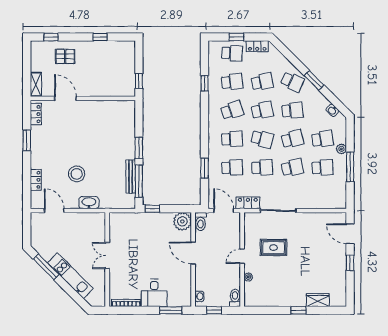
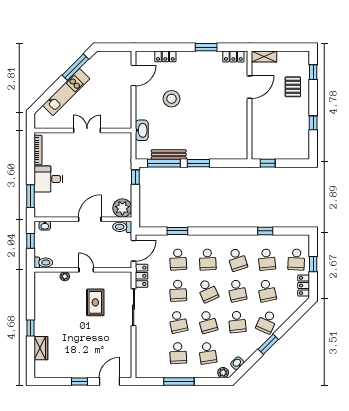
school desk: (262, 139) -> (208, 291), turned -39
plant: (341, 149) -> (223, 373), moved
washbasin: (89, 203) -> (142, 130), moved

